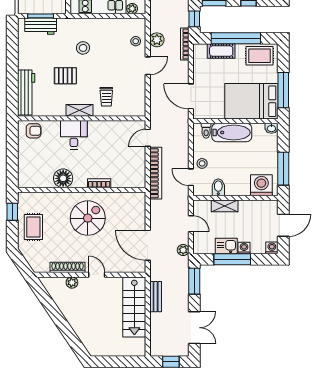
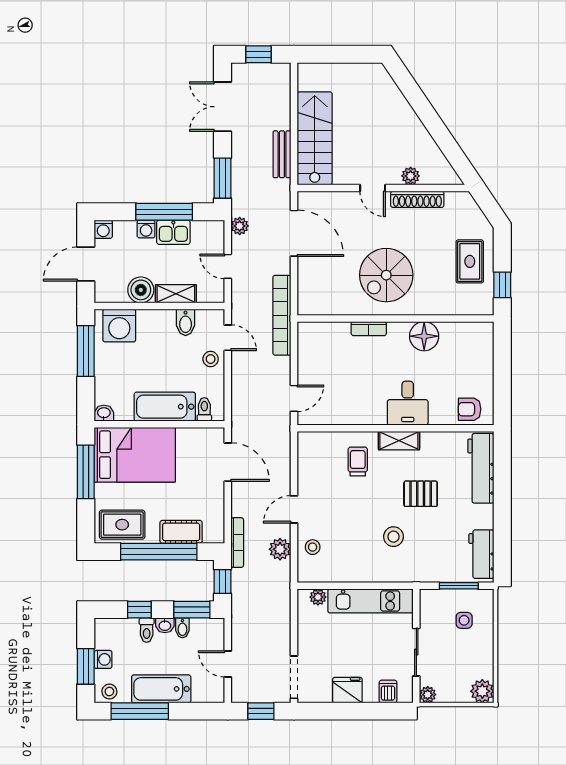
workbench: (41, 26) -> (481, 554), moved, turned -90
bookcase: (156, 173) -> (282, 315), moved
boiler: (247, 208) -> (141, 290), added

